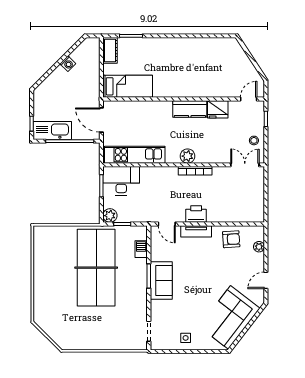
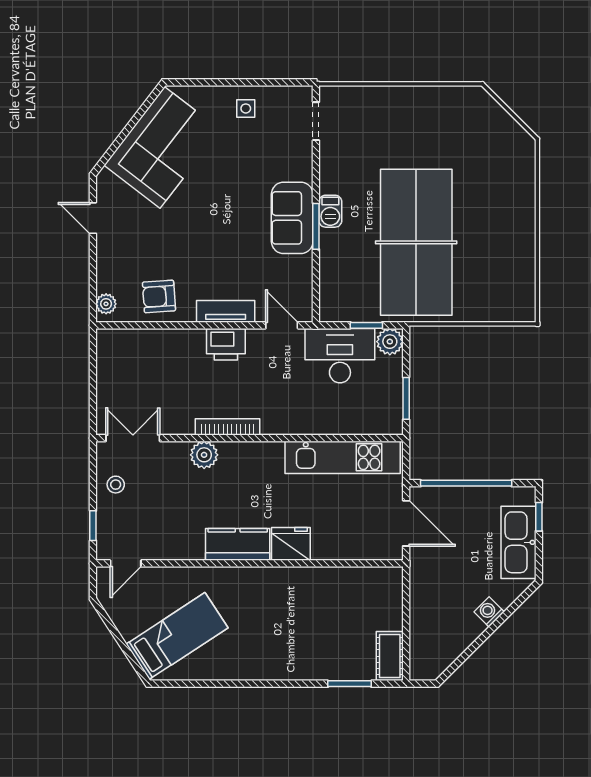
washing machine: (68, 64) -> (489, 612), moved
bed: (128, 86) -> (177, 636), moved, turned 147
fridge: (218, 109) -> (291, 544), moved
kitchen sink: (52, 130) -> (518, 542), moved, turned 90
plant: (188, 156) -> (204, 455), moved
double door: (245, 165) -> (133, 438), swing flipped
desk: (121, 181) -> (340, 356), moved, turned 180
plant: (259, 247) -> (106, 304), moved
barbecue: (141, 249) -> (330, 211), moved
door: (266, 280) -> (93, 218), swing flipped

